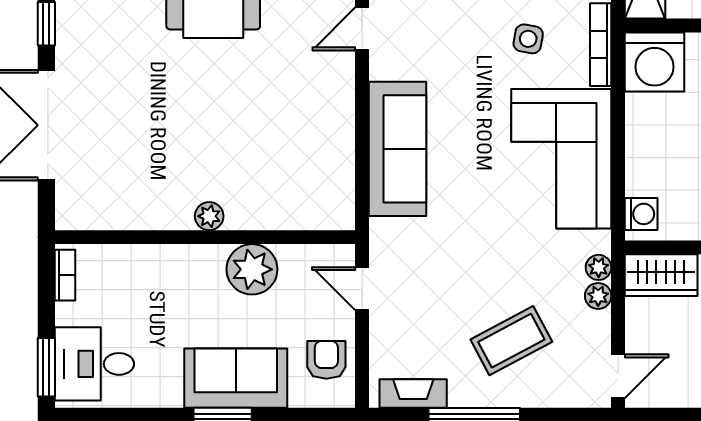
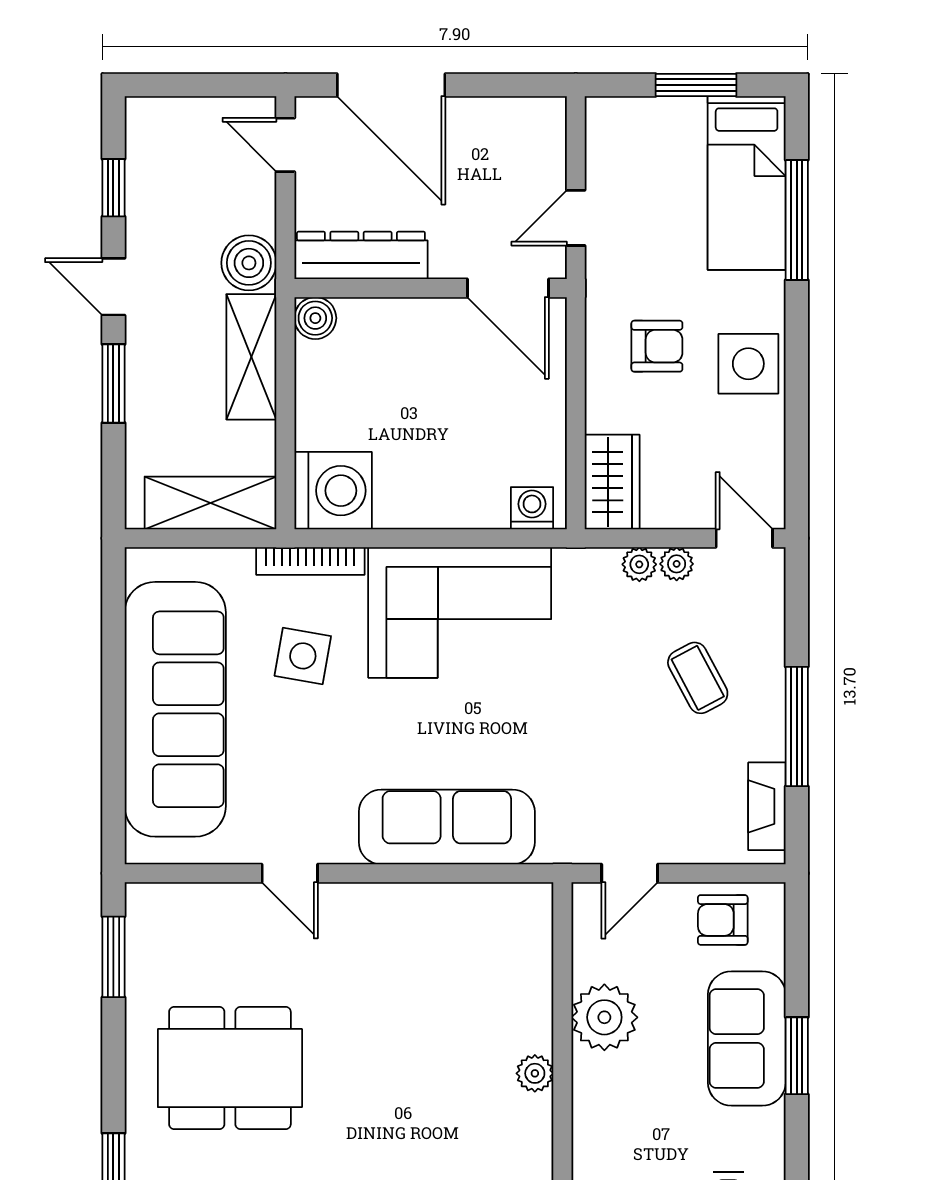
side table: (528, 39) -> (303, 656), width x1.37, depth x1.37
plant: (599, 267) -> (677, 564), moved
coffee table: (511, 341) -> (698, 678), width x0.73, depth x0.77

